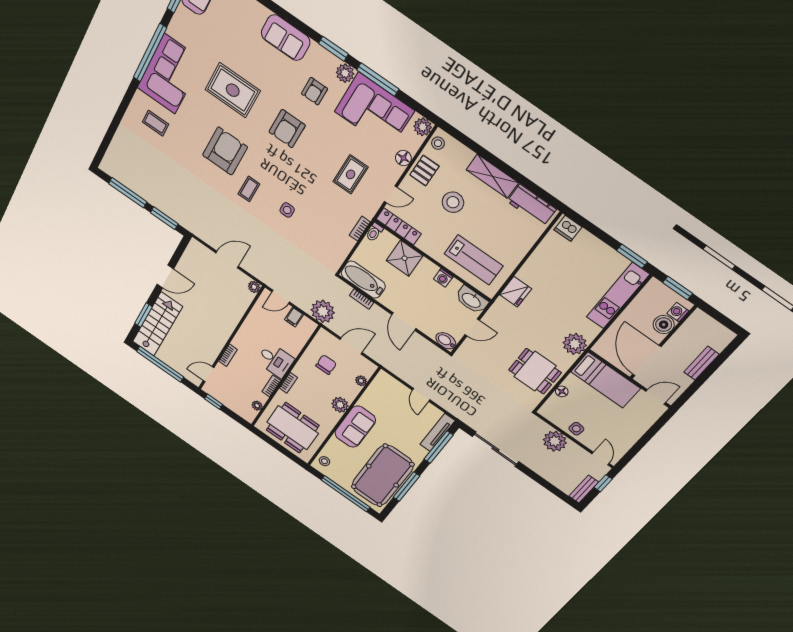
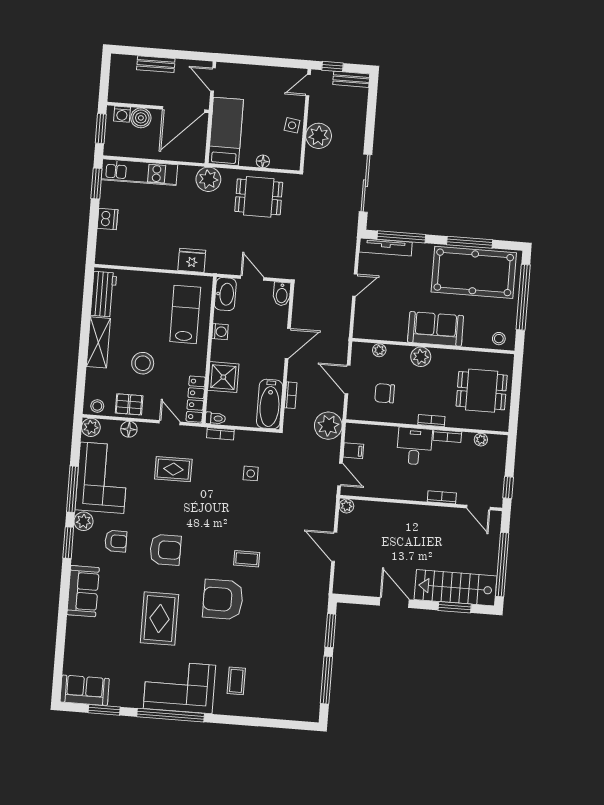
side table: (287, 210) -> (251, 473), moved
dishwasher: (568, 228) -> (108, 219), moved
dining table: (535, 371) -> (259, 197), turned 90
dining table: (293, 428) -> (482, 391), width x0.73

